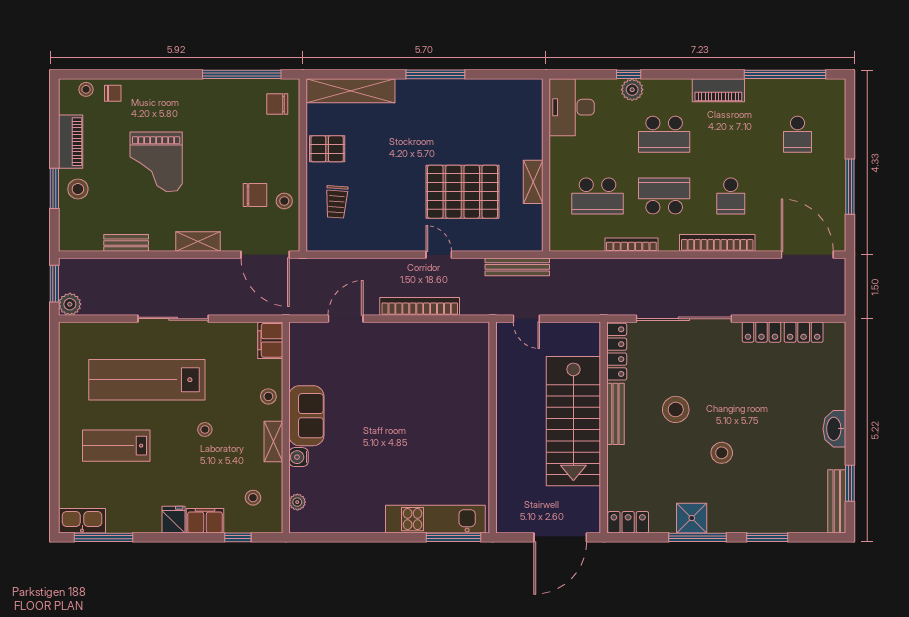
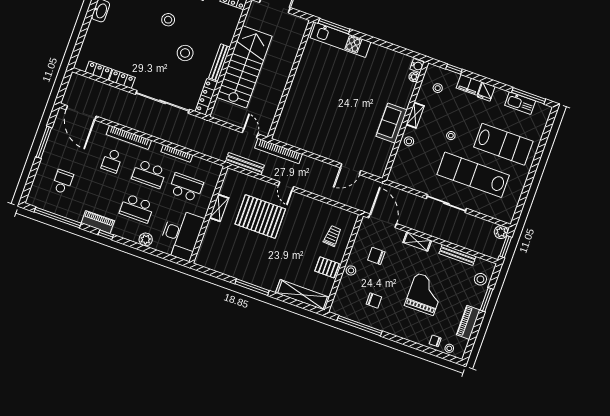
window: (629, 74) -> (106, 235), moved
chair: (277, 104) -> (374, 300), moved
desk: (572, 107) -> (181, 235), width x1.36, depth x1.30
school desk: (664, 134) -> (137, 208), turned 180
stool: (78, 189) -> (480, 279), moved
school desk: (731, 196) -> (112, 161), turned 180
stool: (284, 201) -> (351, 270), moved
bench: (126, 243) -> (458, 255), width x1.36
bookcase: (420, 306) -> (279, 151), moved
filing cabinet: (270, 340) -> (397, 172), removed
lab bench: (147, 380) -> (473, 175), turned 180
lab bench: (116, 446) -> (503, 144), width x1.36, depth x1.39
water cooler: (299, 457) -> (417, 66), moved
kitchen sink: (82, 521) -> (520, 103), moved

